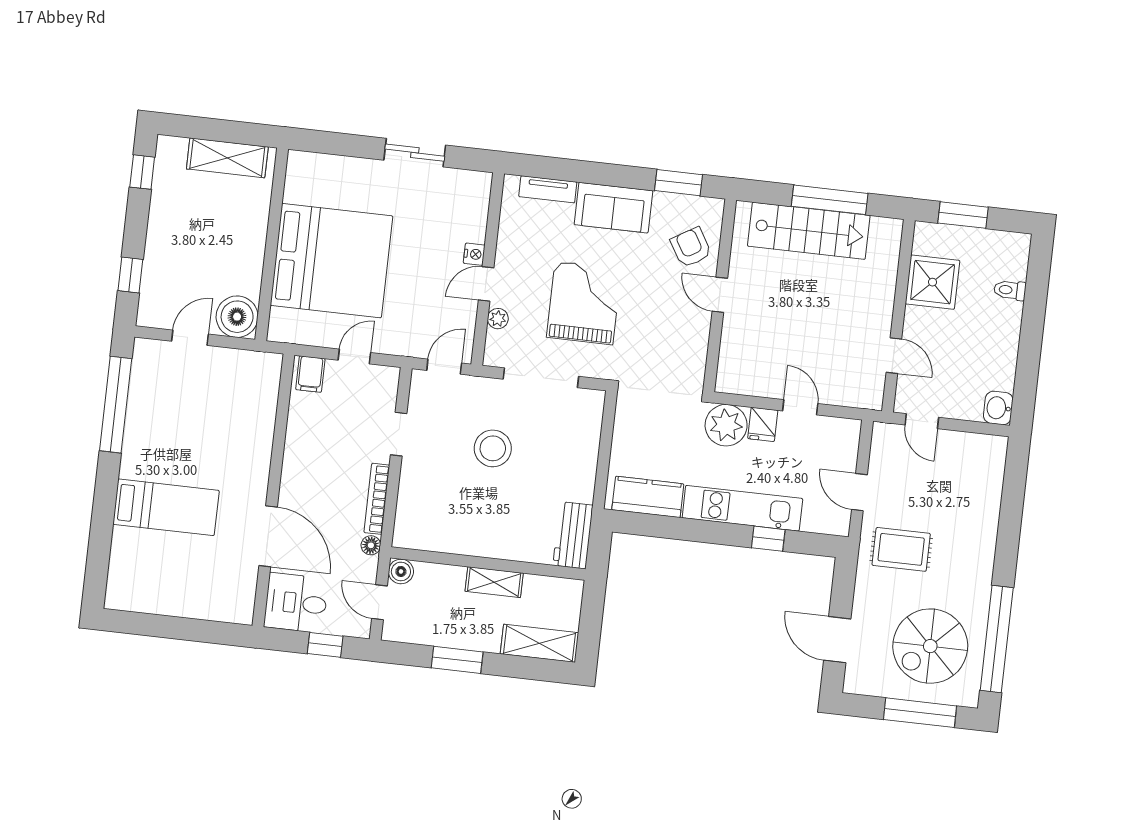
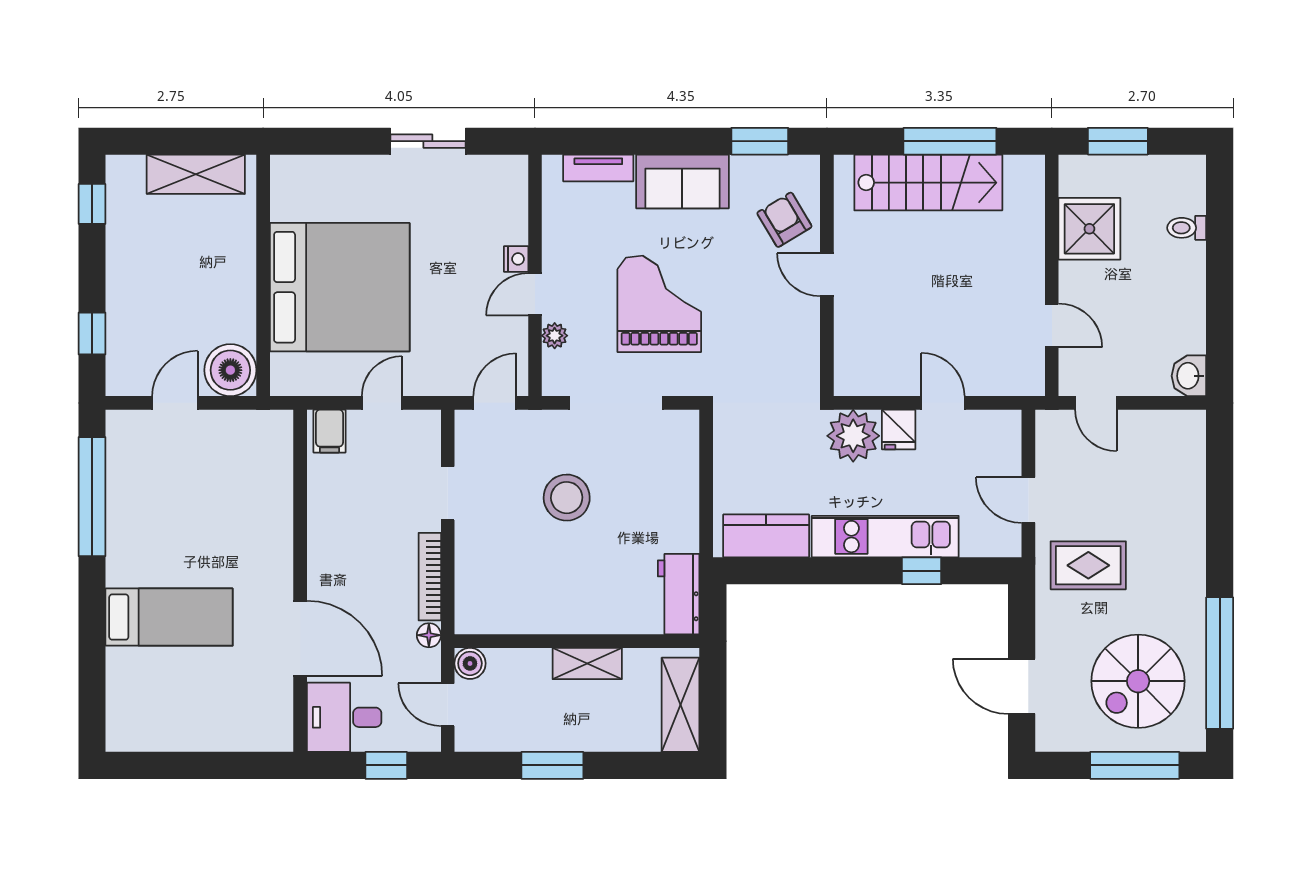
shelving: (539, 643) -> (681, 705), moved, turned 90

